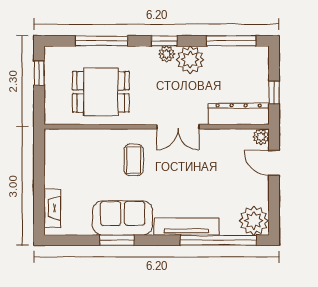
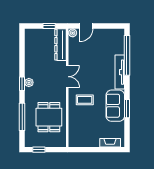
window: (231, 41) -> (22, 49), removed
plant: (190, 60) -> (32, 70), removed
plant: (254, 221) -> (117, 37), removed

